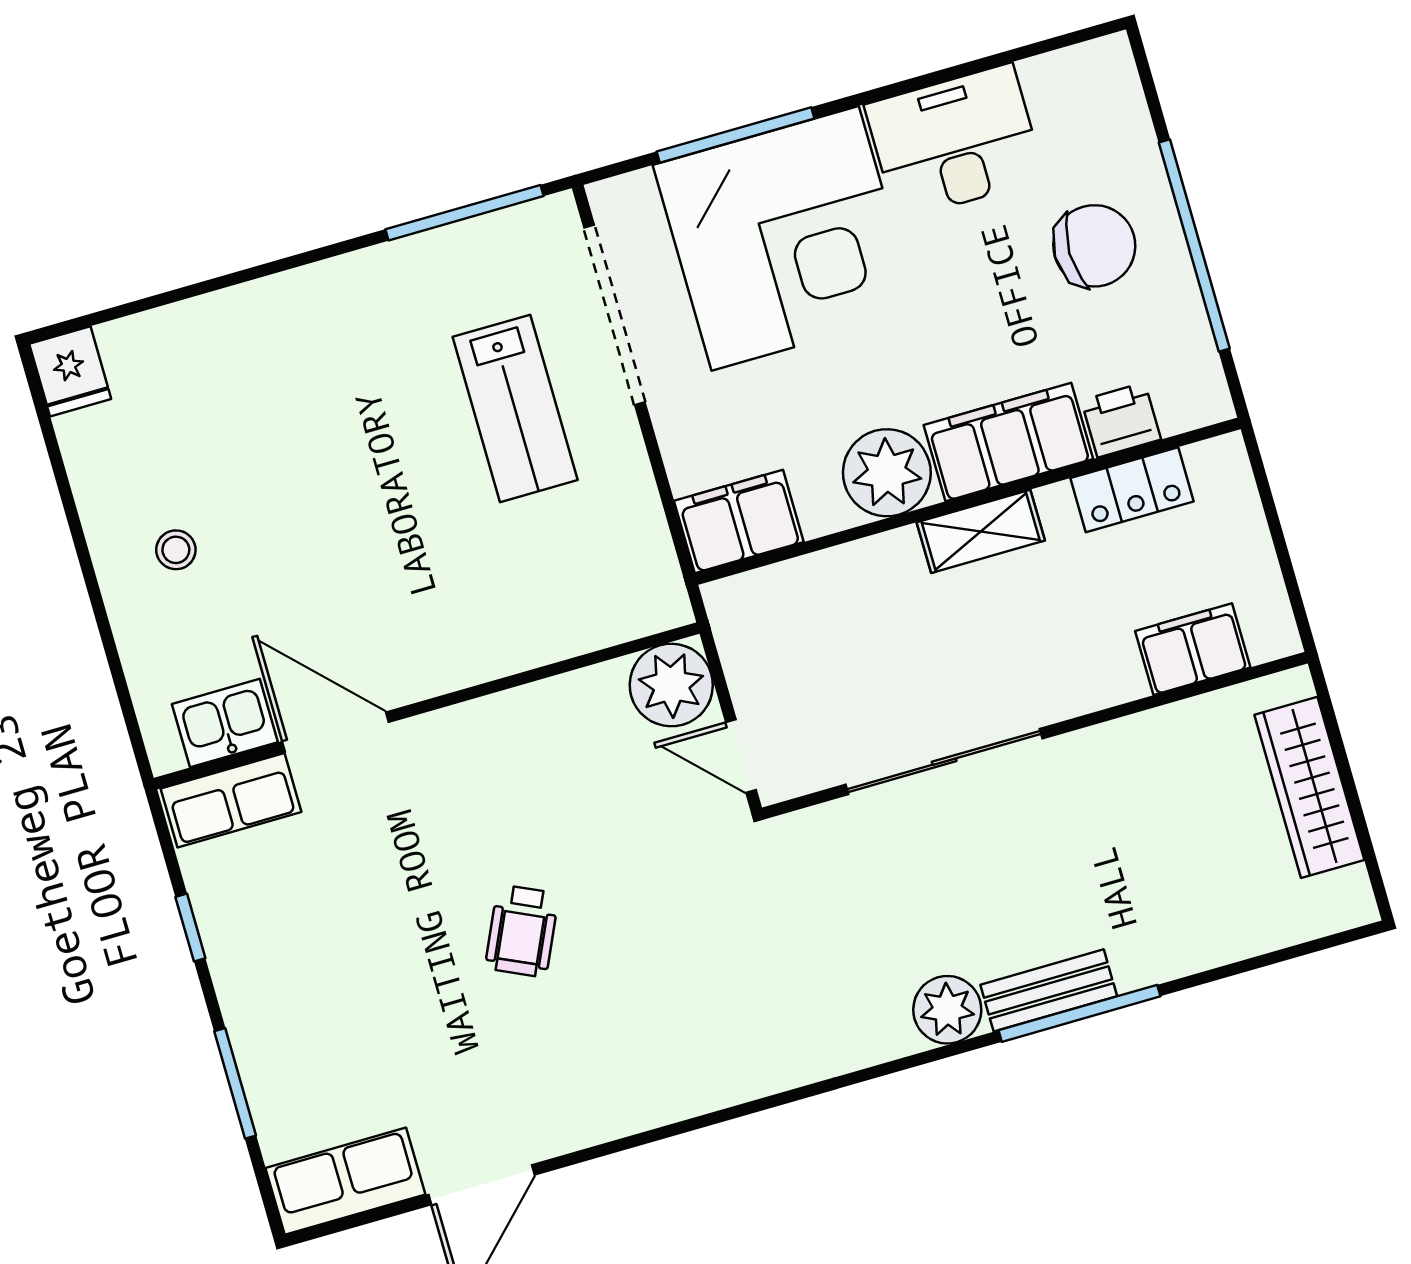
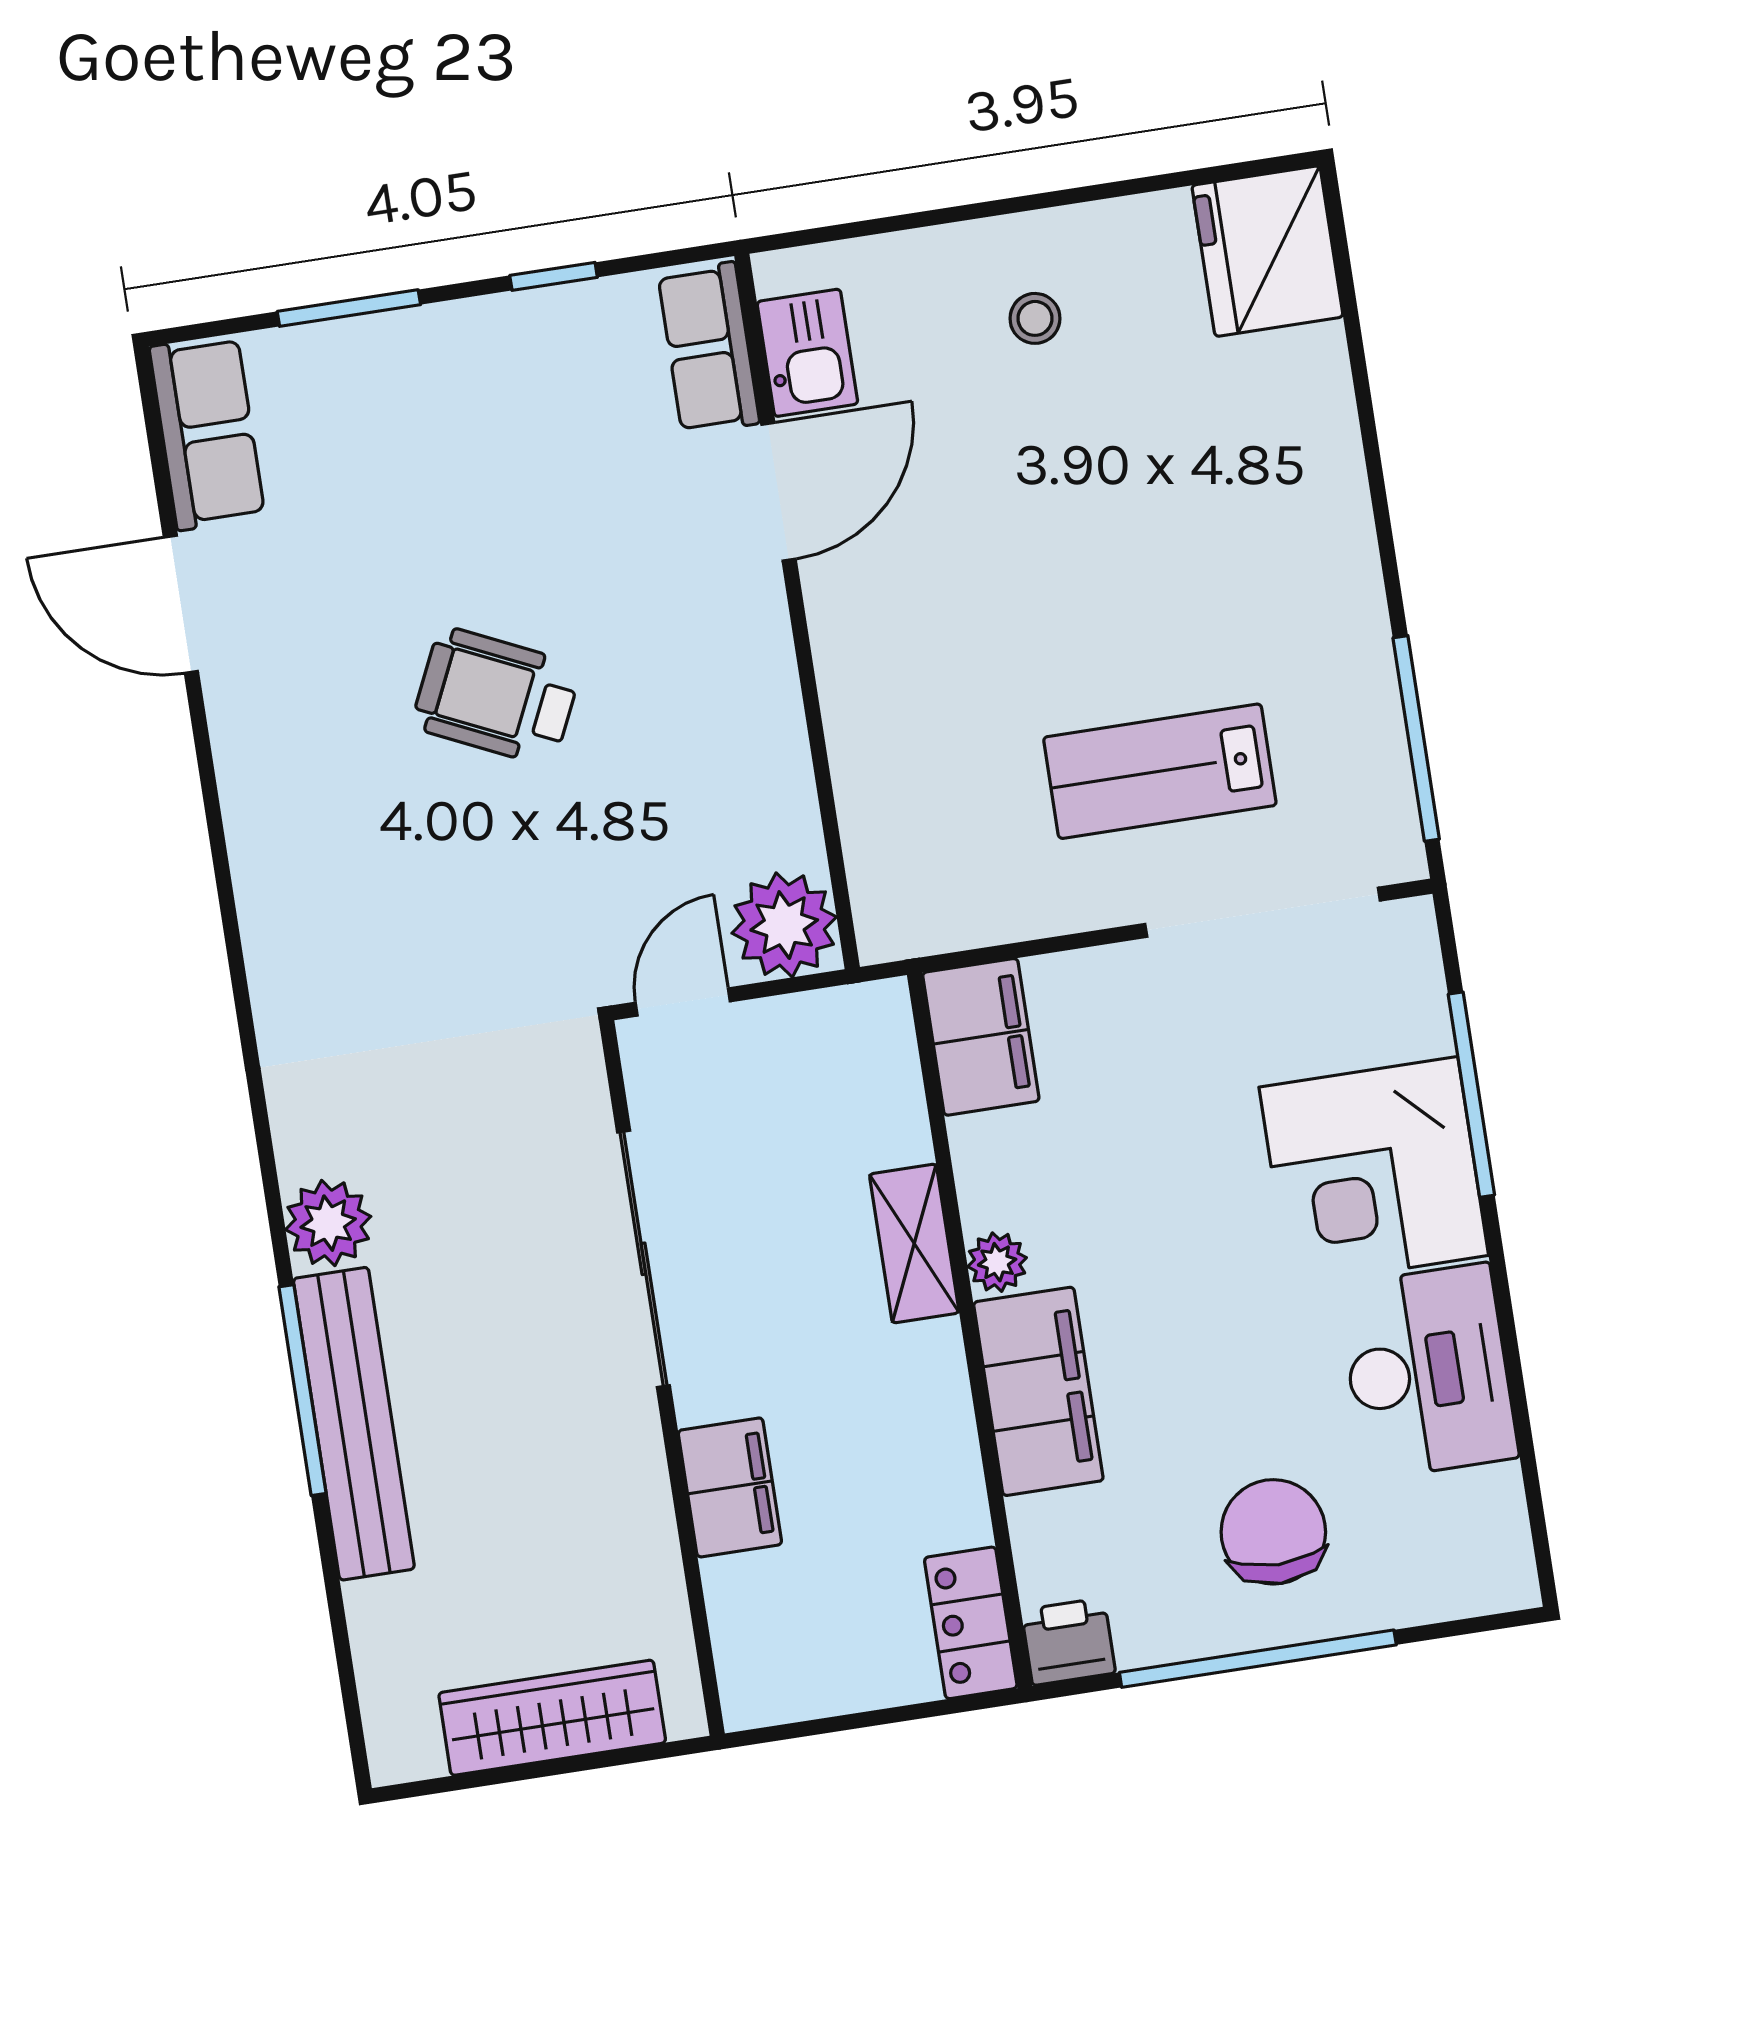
corner desk: (785, 238) -> (1374, 1171), width x0.74, depth x0.74
chair: (1094, 246) -> (1273, 1532), turned 180
fridge: (70, 371) -> (1267, 251), width x1.88, depth x1.34
printer: (1121, 420) -> (1068, 1642), moved, turned -90
plant: (887, 473) -> (997, 1262), width x0.53, depth x0.53
locker: (1132, 490) -> (971, 1623), moved
shelving: (981, 531) -> (914, 1243), moved
filing cabinet: (1193, 649) -> (730, 1487), moved
wheelchair: (522, 931) -> (496, 696), width x1.36, depth x1.37
bench: (1049, 990) -> (354, 1424), width x1.86, depth x1.21

